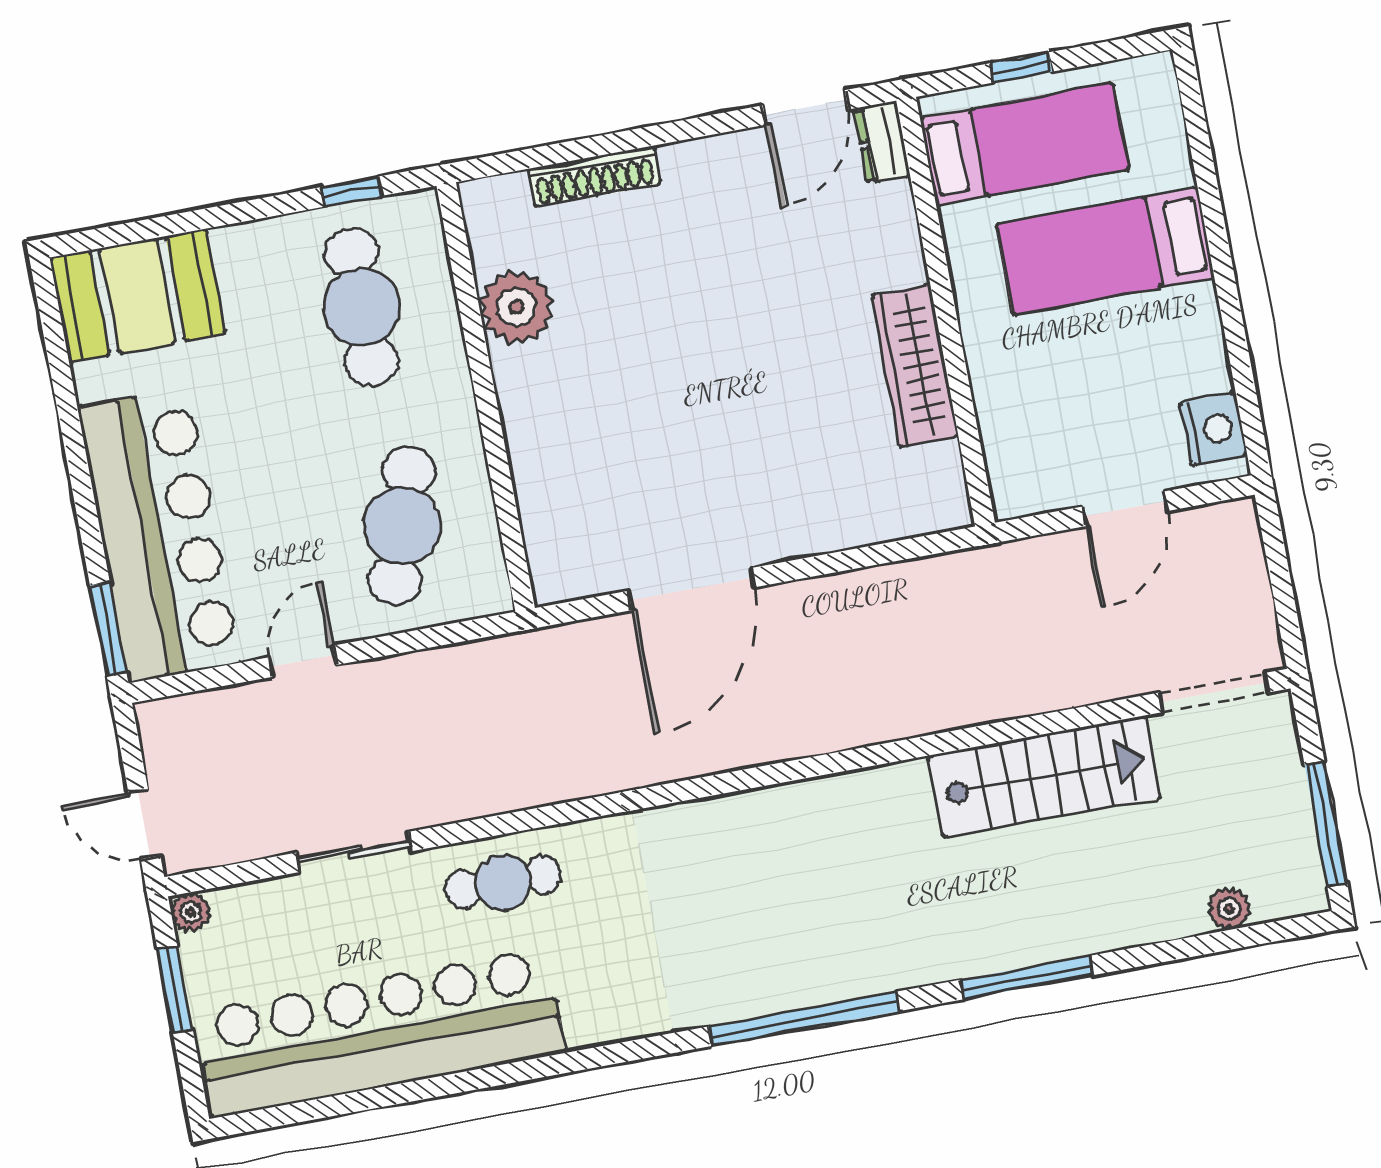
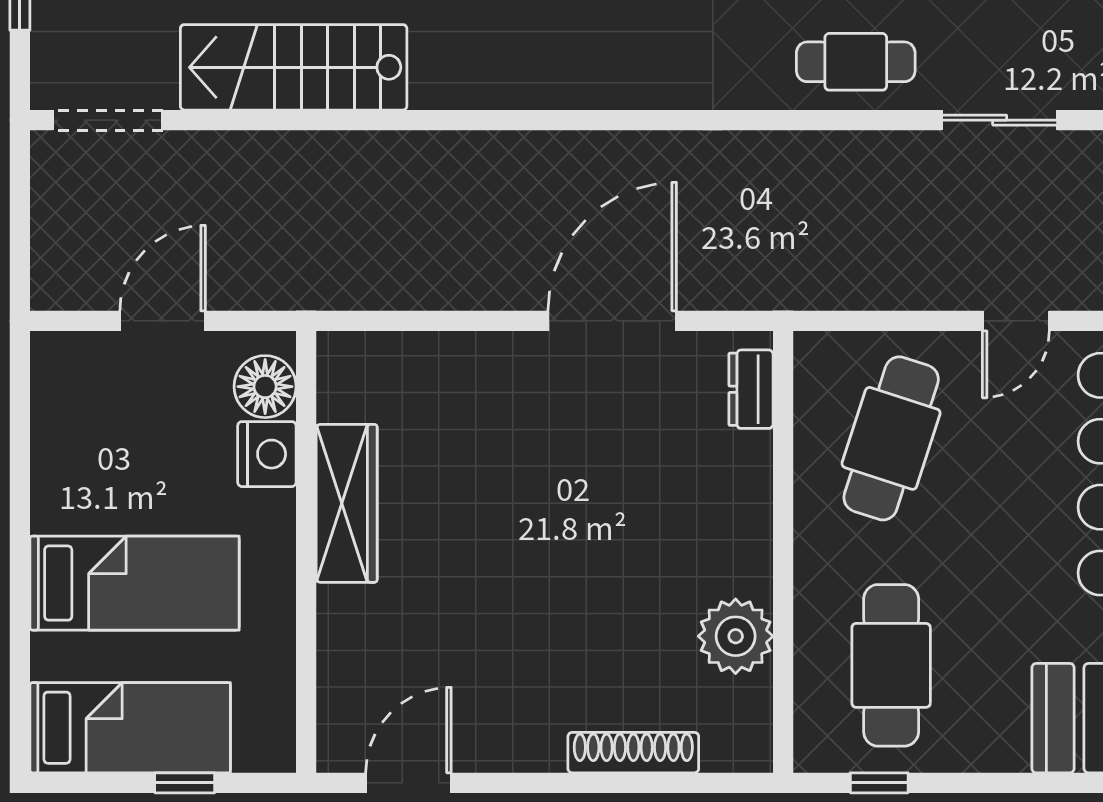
dresser: (882, 142) -> (751, 389), moved, turned 180
bed: (1024, 144) -> (130, 728), moved, turned 180
nightstand: (1214, 429) -> (267, 454), moved, turned 180
floor lamp: (1015, 464) -> (265, 387), added

